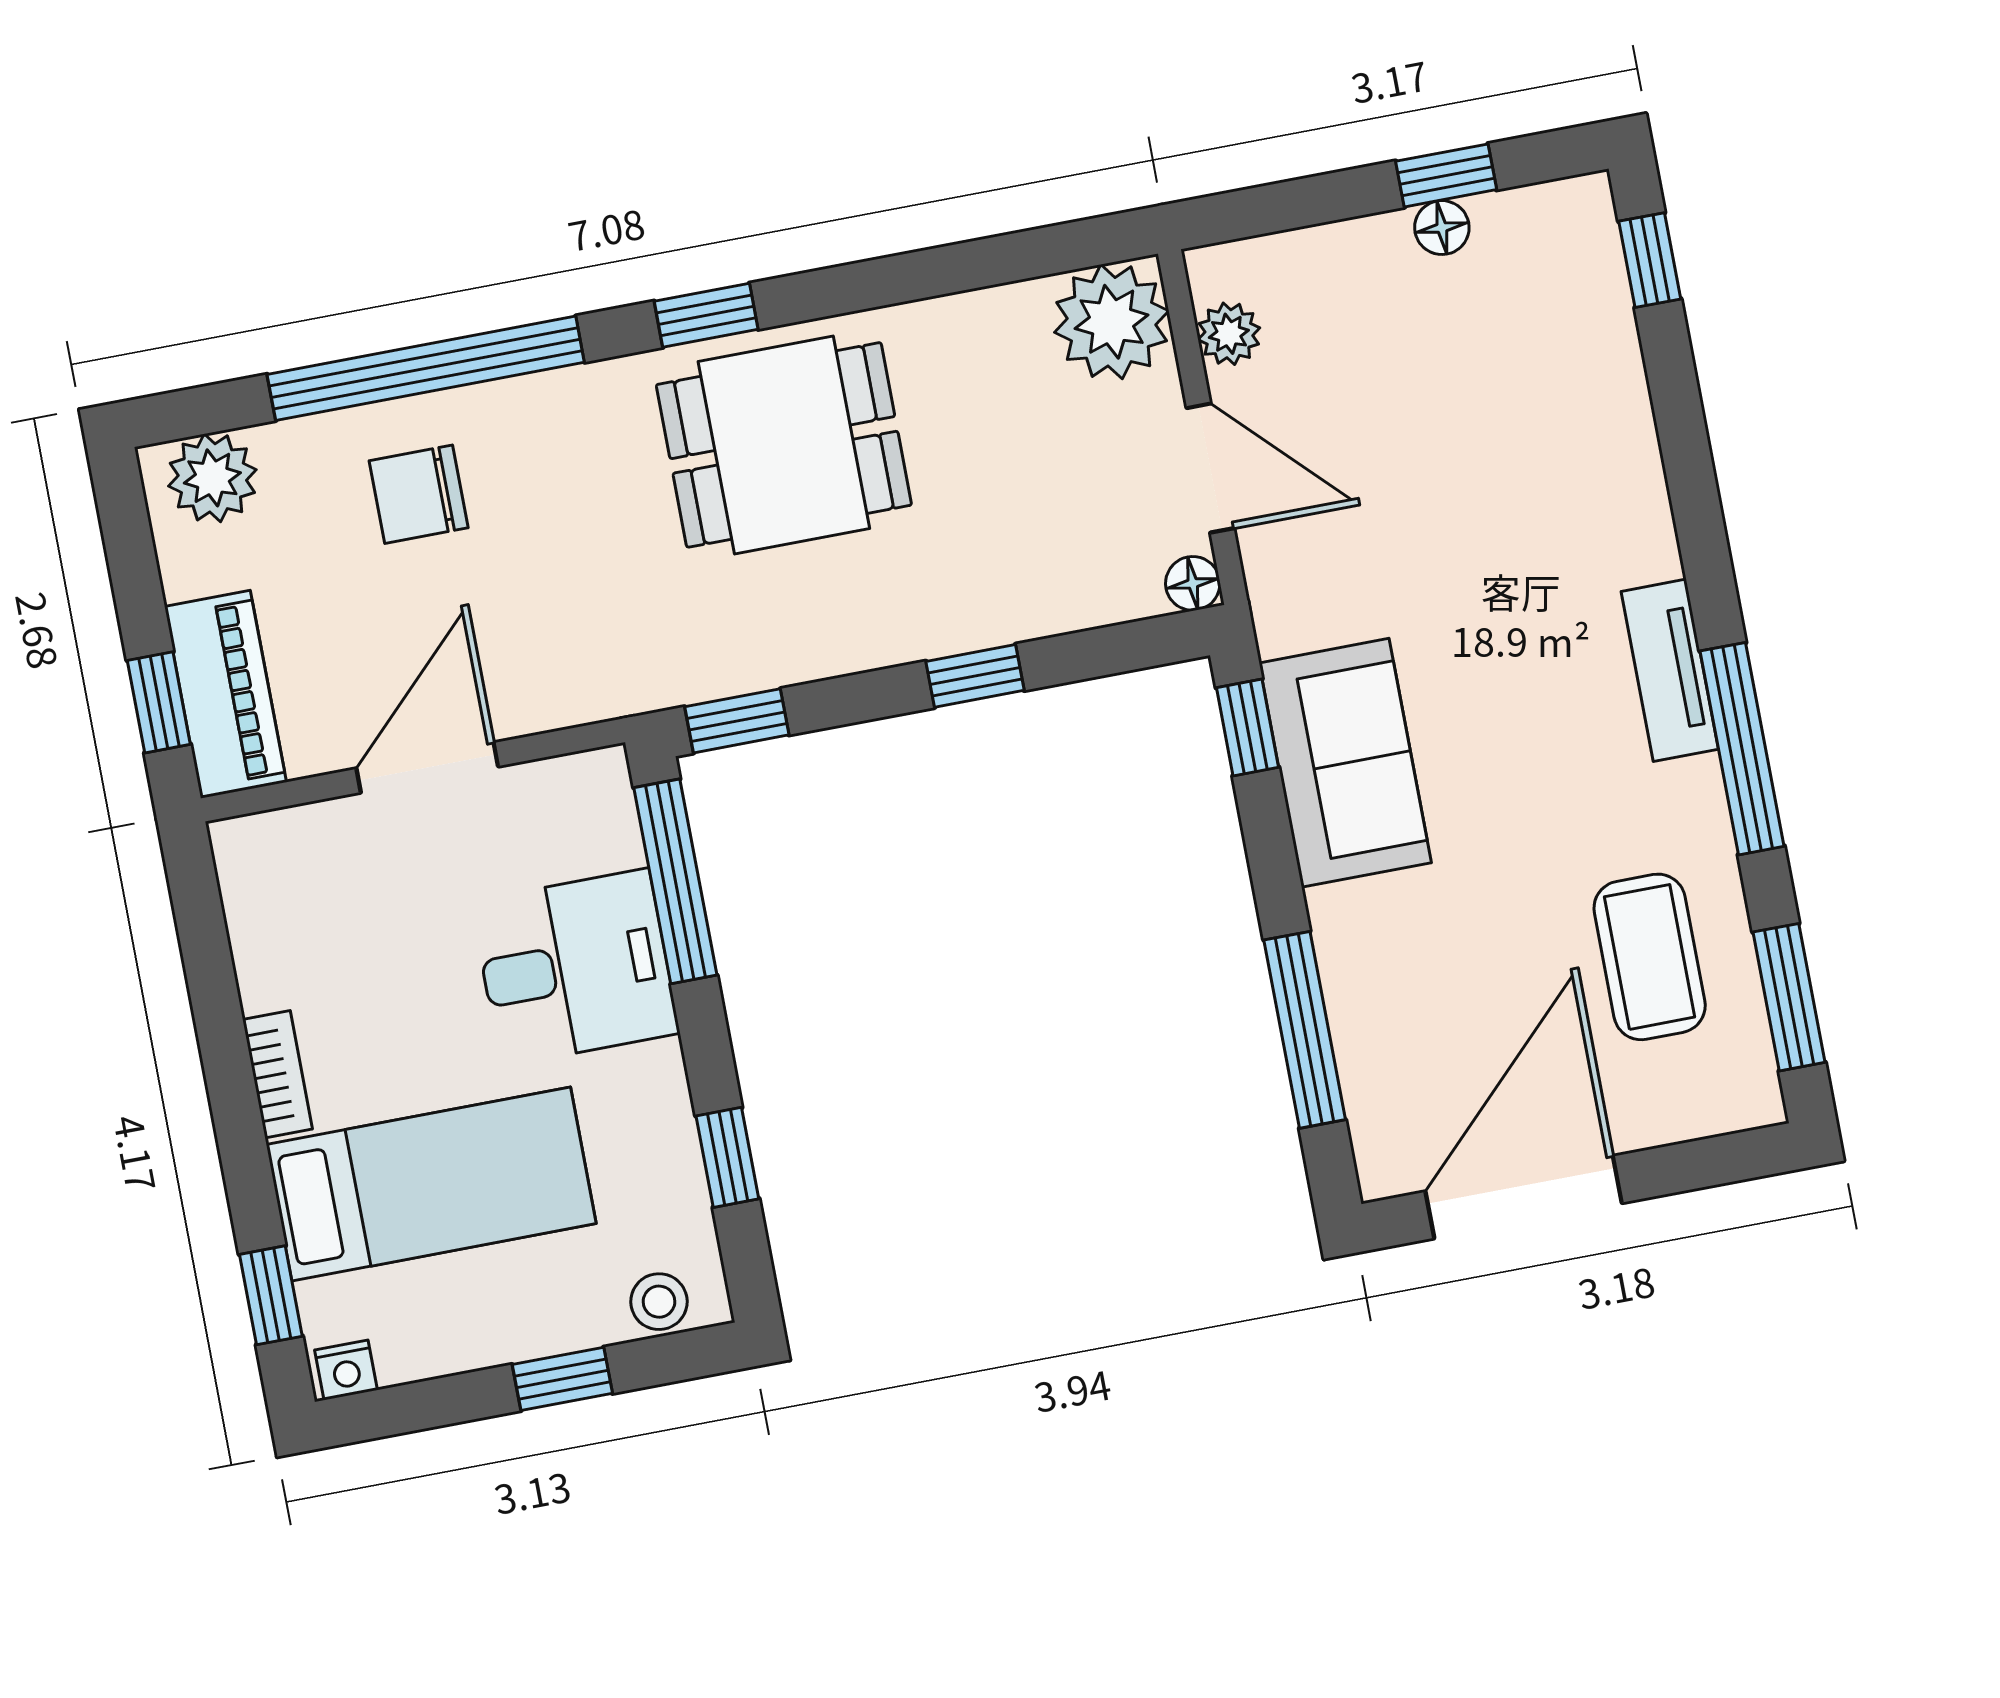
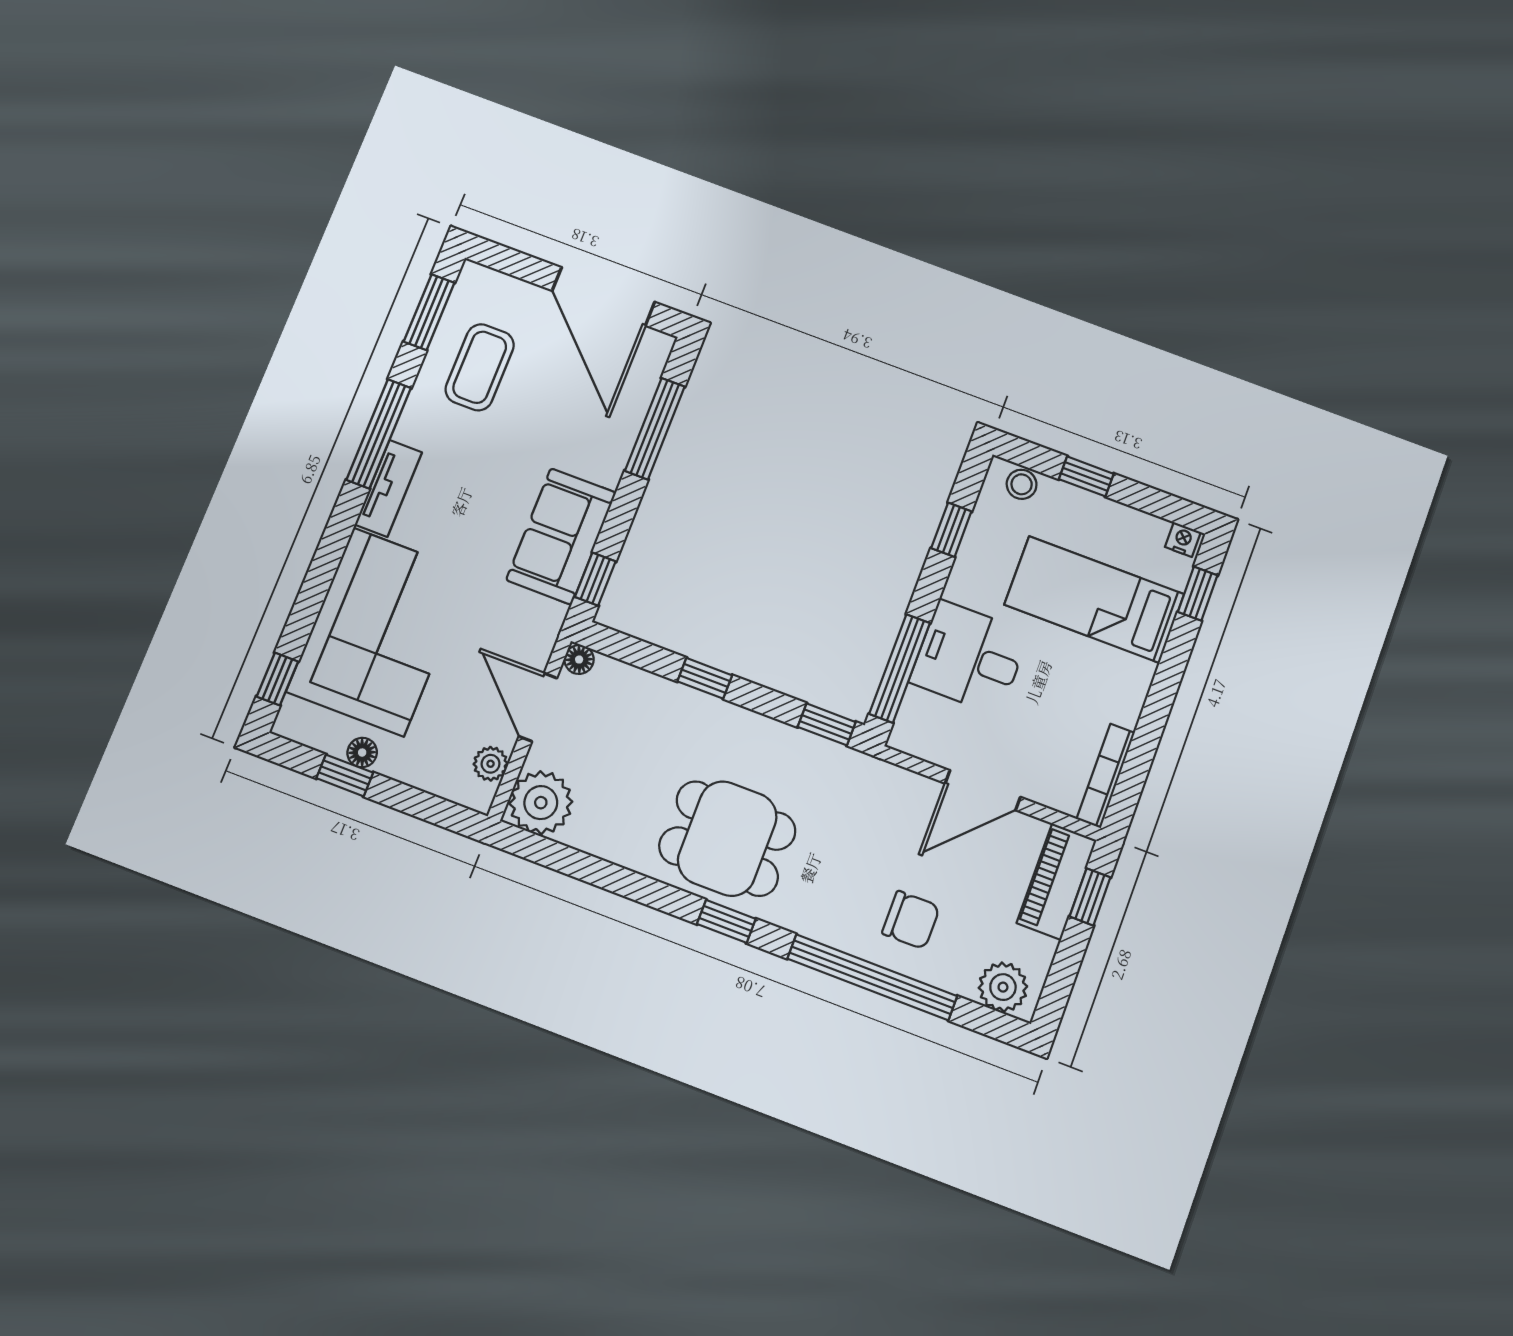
corner sofa: (1539, 432) -> (378, 632), added
bookcase: (277, 1074) -> (1106, 776), moved, width x1.56
door: (1524, 1197) -> (603, 296), hinge flipped

